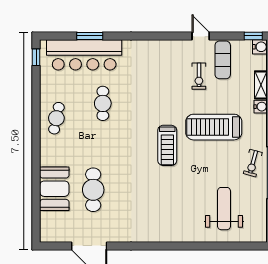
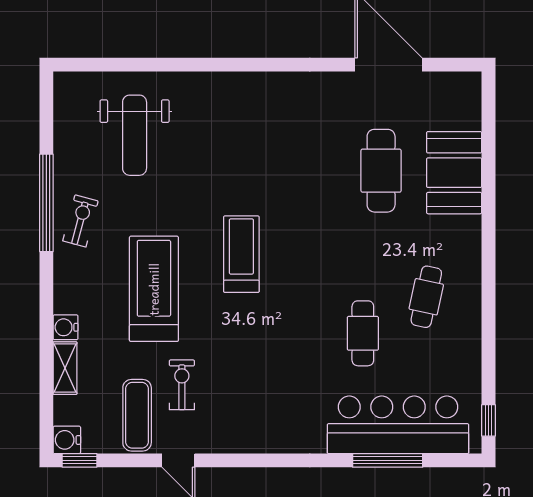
window: (90, 36) -> (388, 460), width x1.44
cafe table: (56, 118) -> (426, 297), moved
treadmill: (214, 127) -> (154, 289), turned -90

